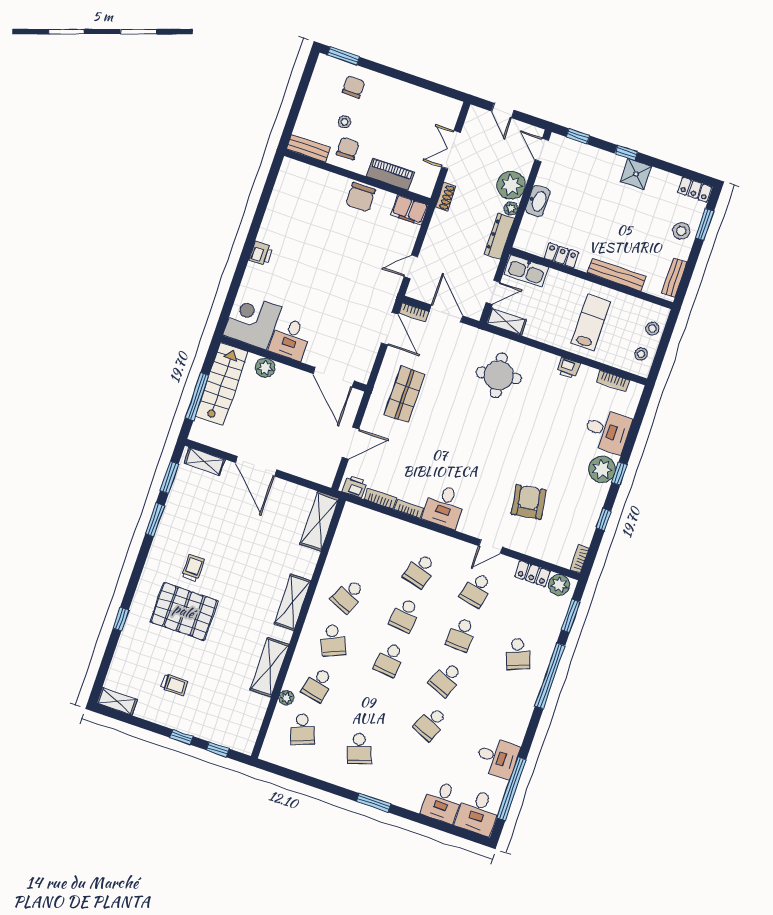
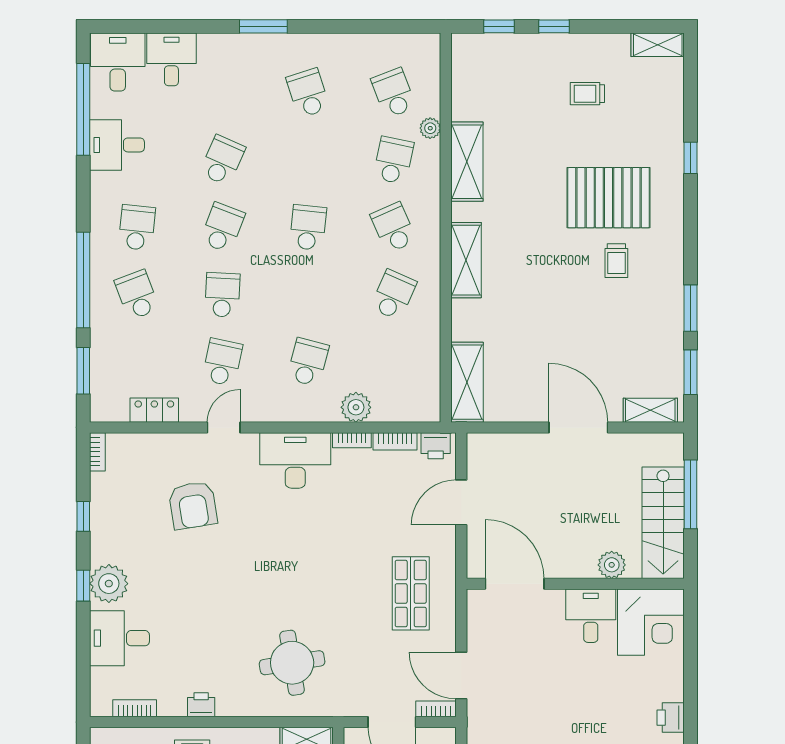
desk: (444, 506) -> (295, 460), width x1.37
plant: (559, 585) -> (356, 407), moved
school desk: (405, 615) -> (137, 228), moved

